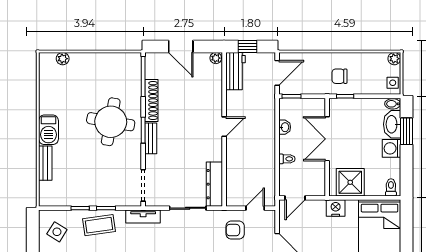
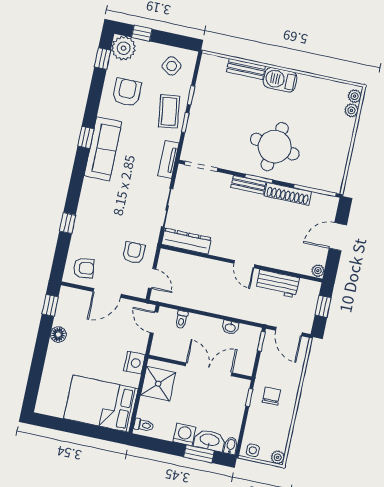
plant: (49, 59) -> (355, 96), added
workbench: (236, 71) -> (278, 284), moved
toilet: (287, 159) -> (182, 319), moved

